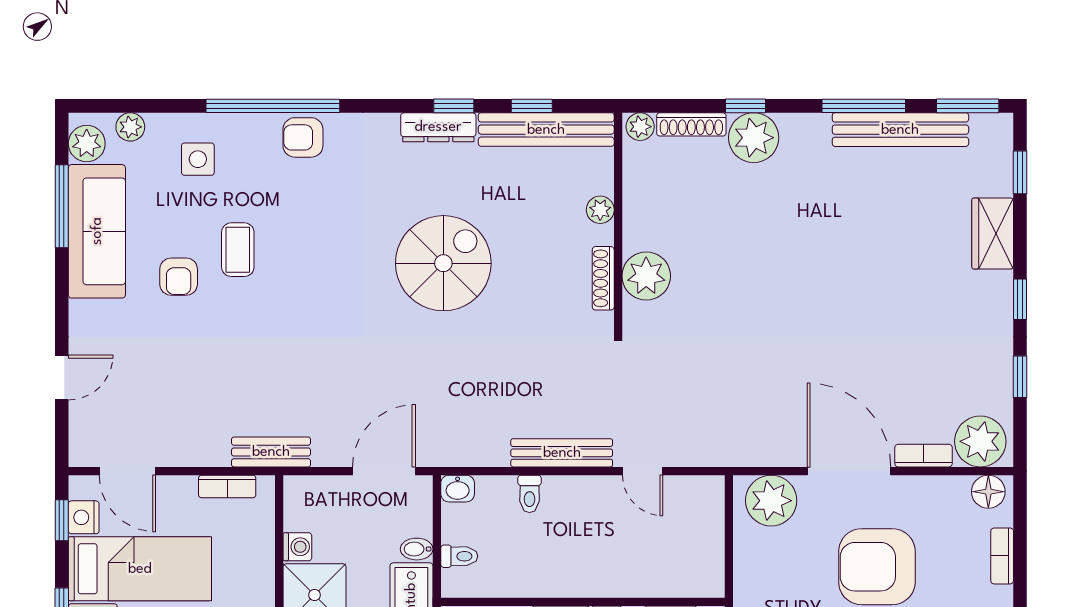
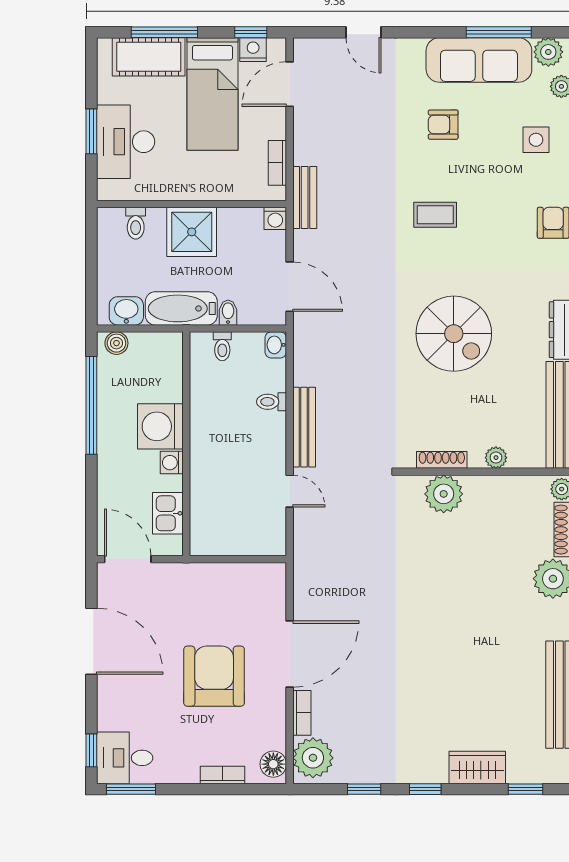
coffee table: (238, 250) -> (435, 215), moved
door: (643, 471) -> (290, 491), swing flipped
plant: (771, 501) -> (266, 593), removed
washing machine: (297, 547) -> (275, 218), moved

